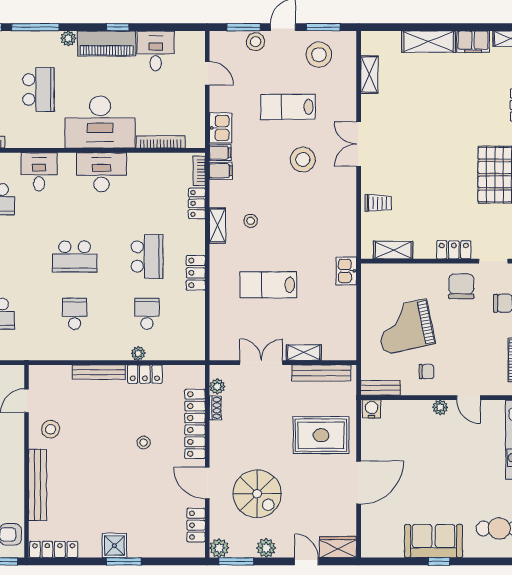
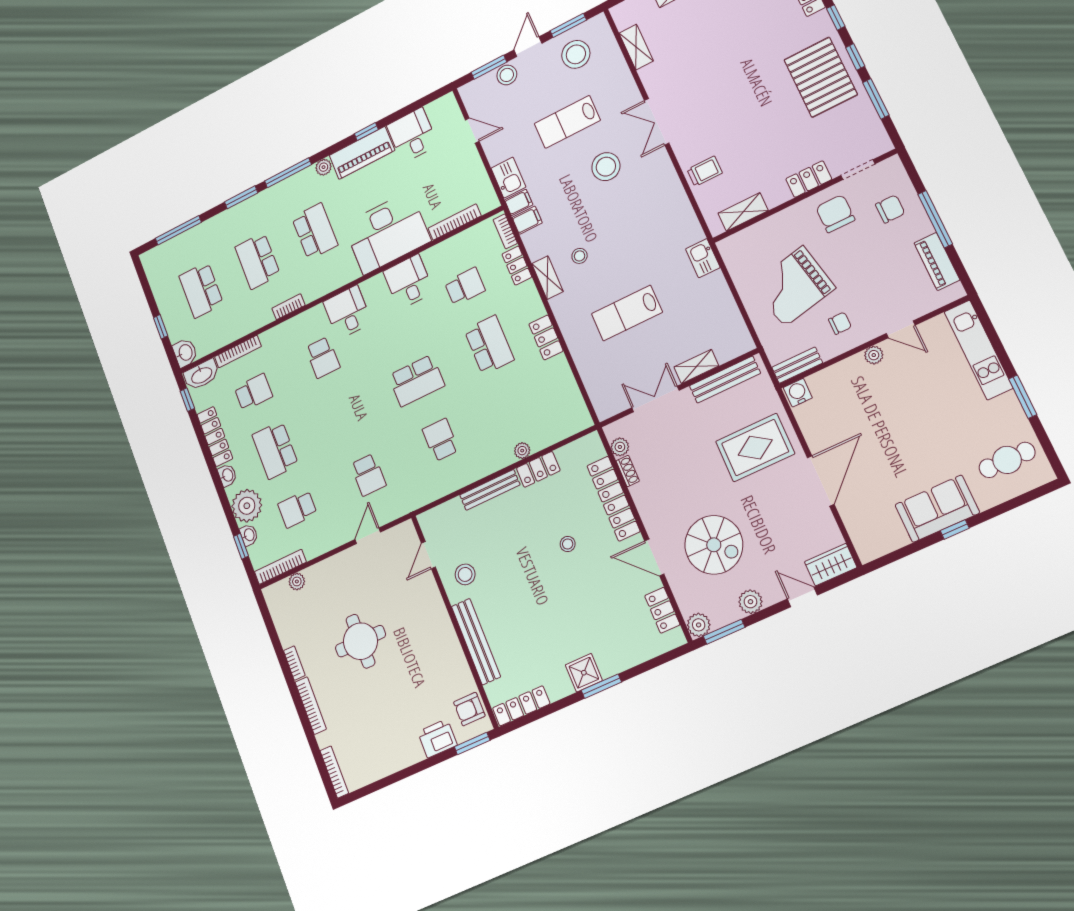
desk: (101, 172) -> (409, 282), width x0.73
school desk: (147, 314) -> (465, 286), moved, turned 90

